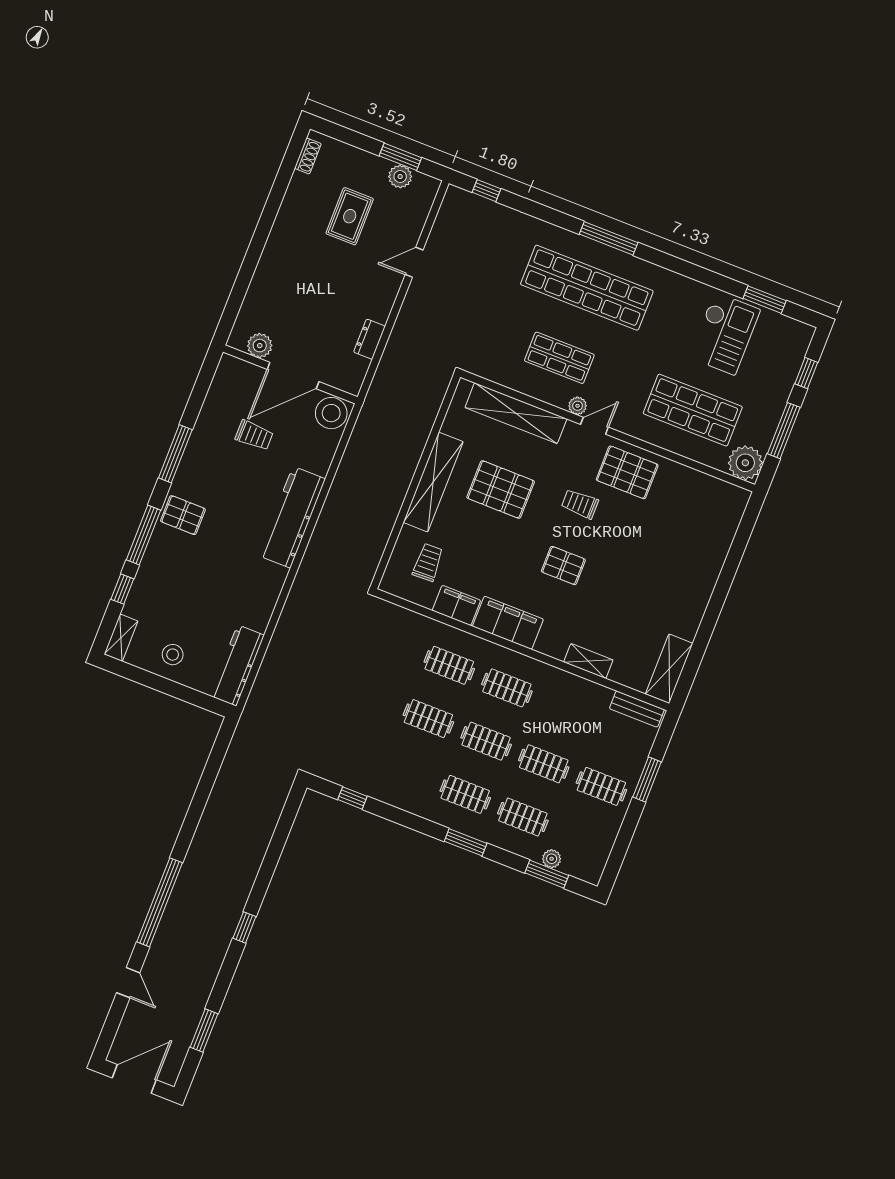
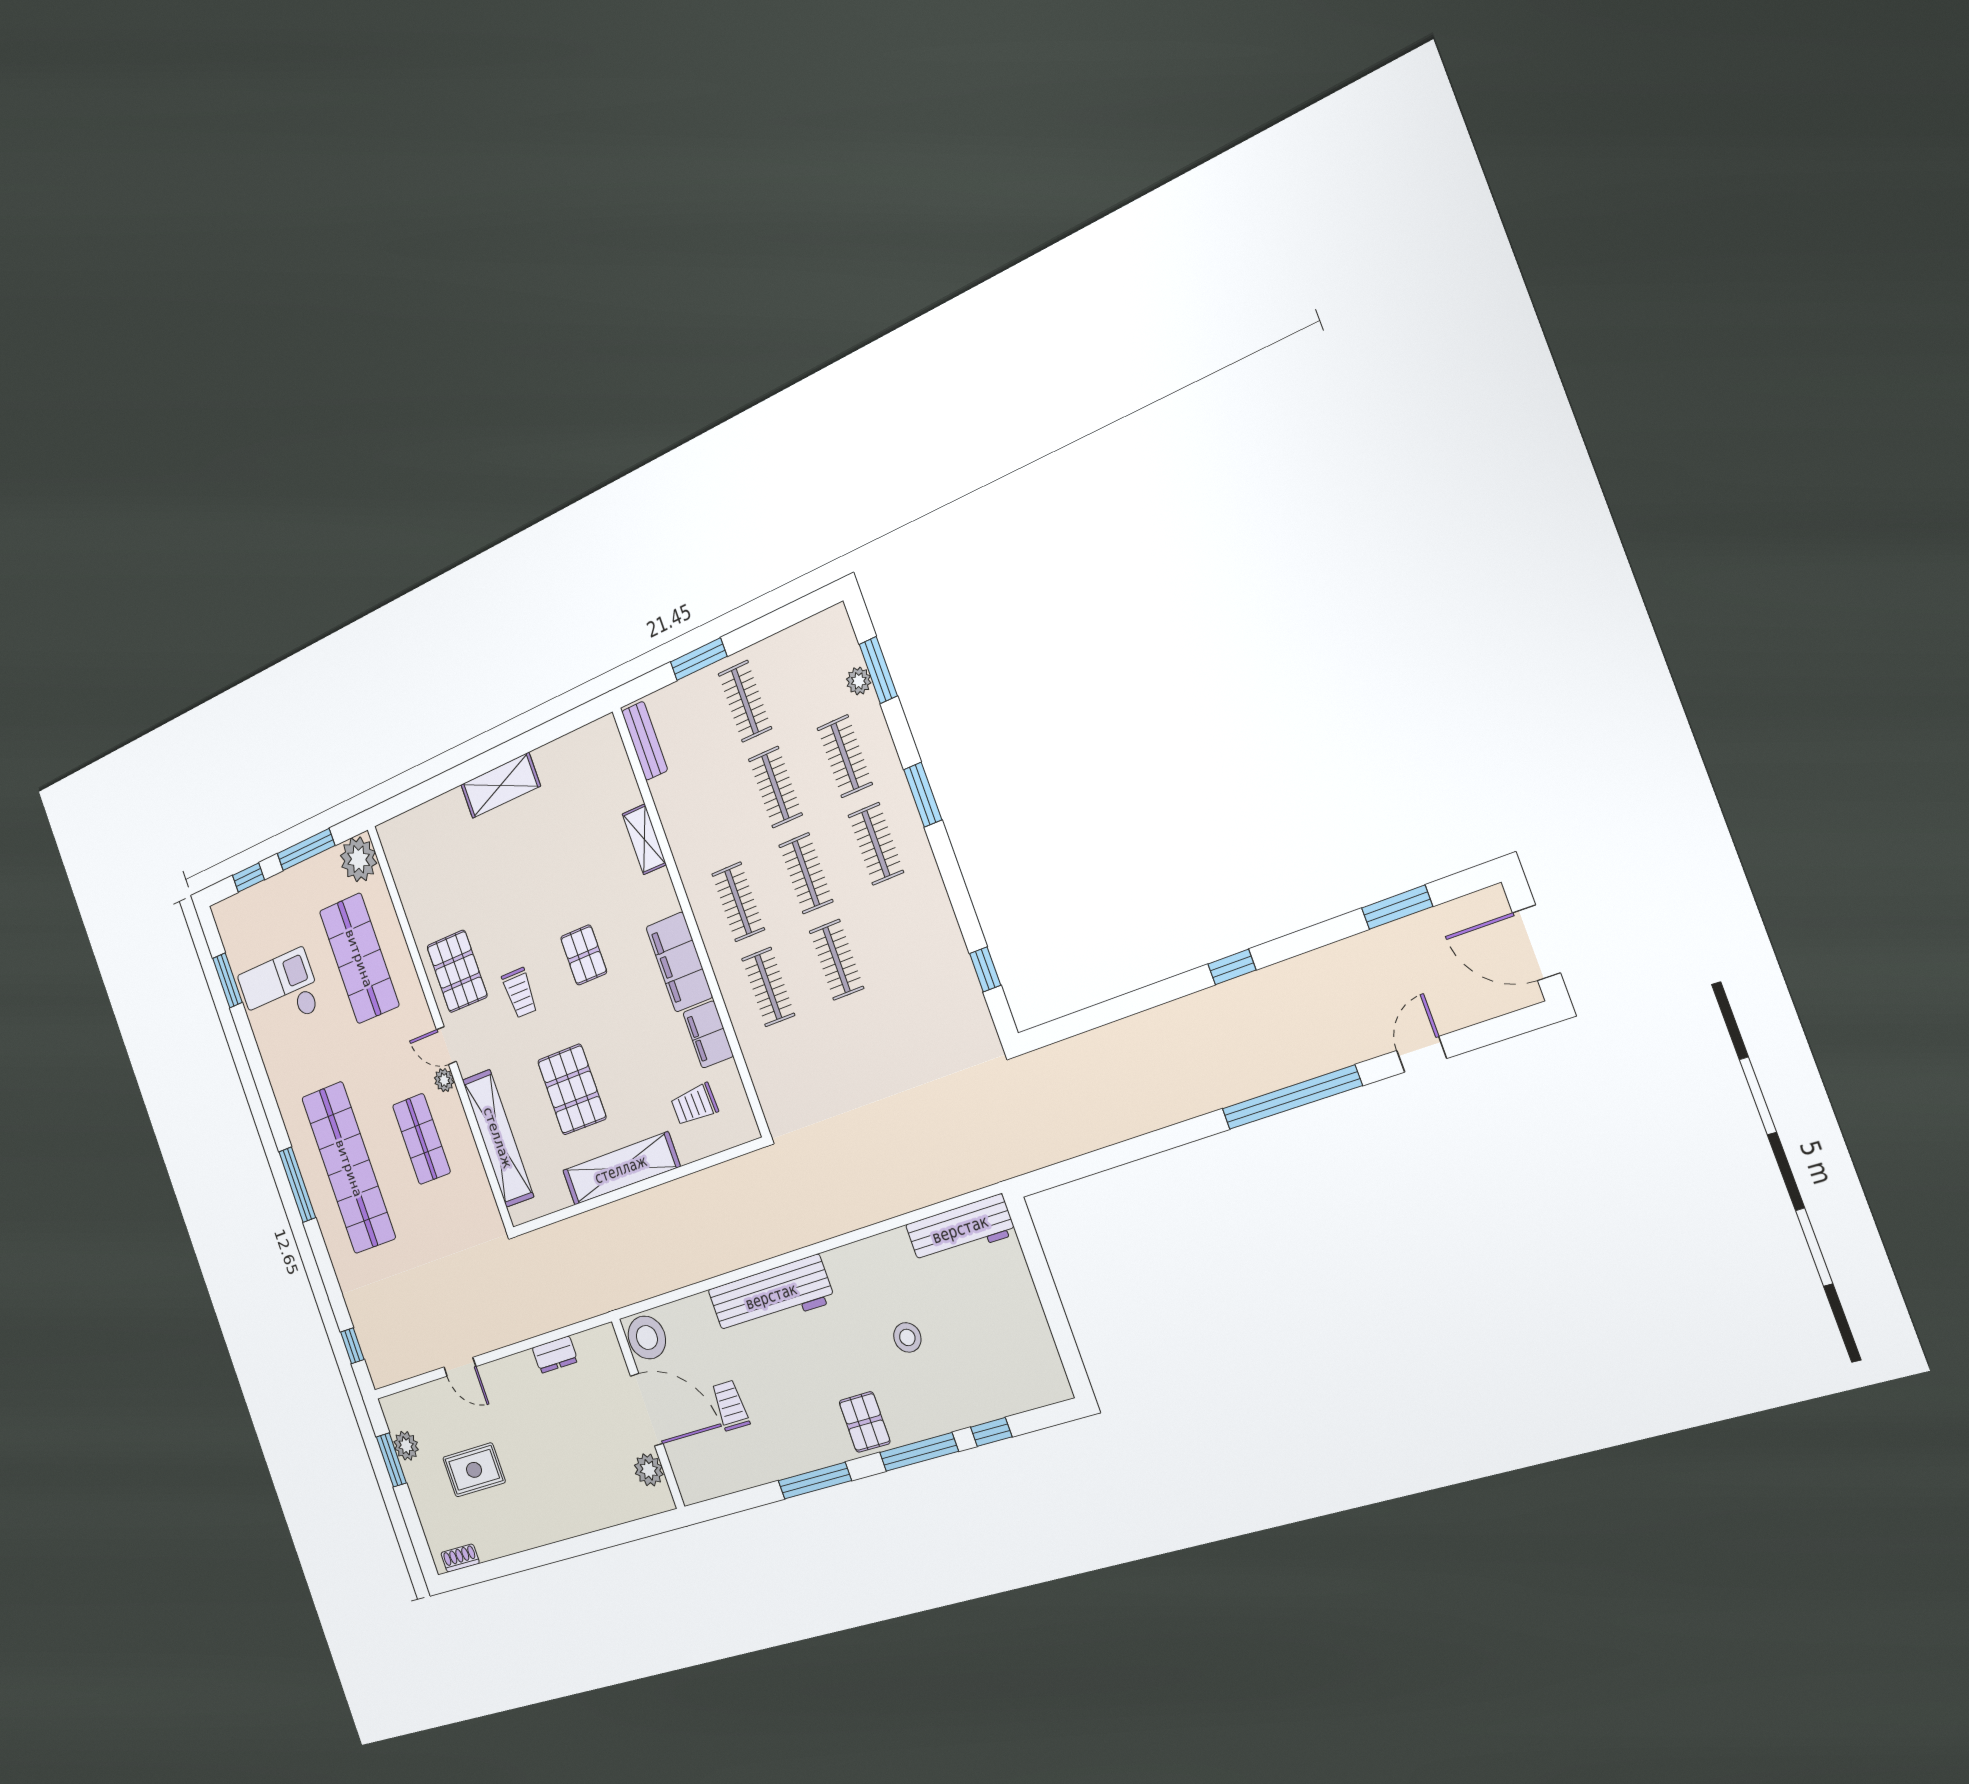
shelving: (121, 638) -> (1042, 1392), removed
stool: (173, 655) -> (907, 1337), moved
shelving: (669, 669) -> (501, 785), moved

